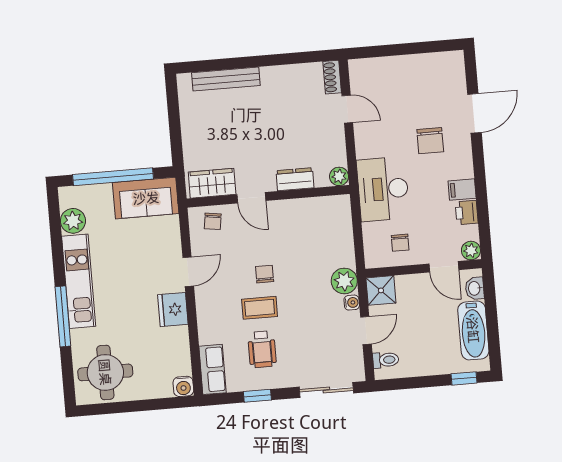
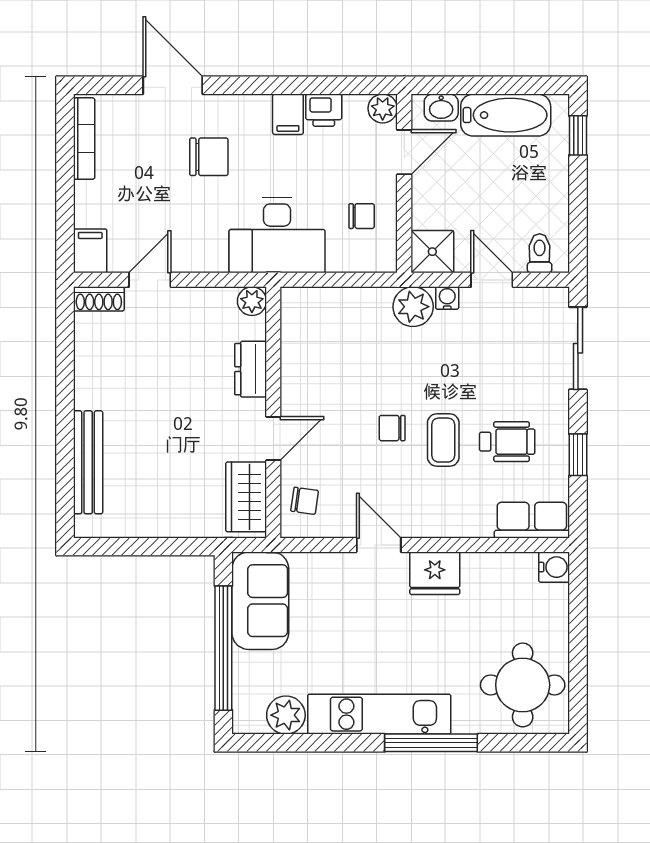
bookcase: (435, 59) -> (84, 139), added
filing cabinet: (363, 69) -> (90, 251), added

